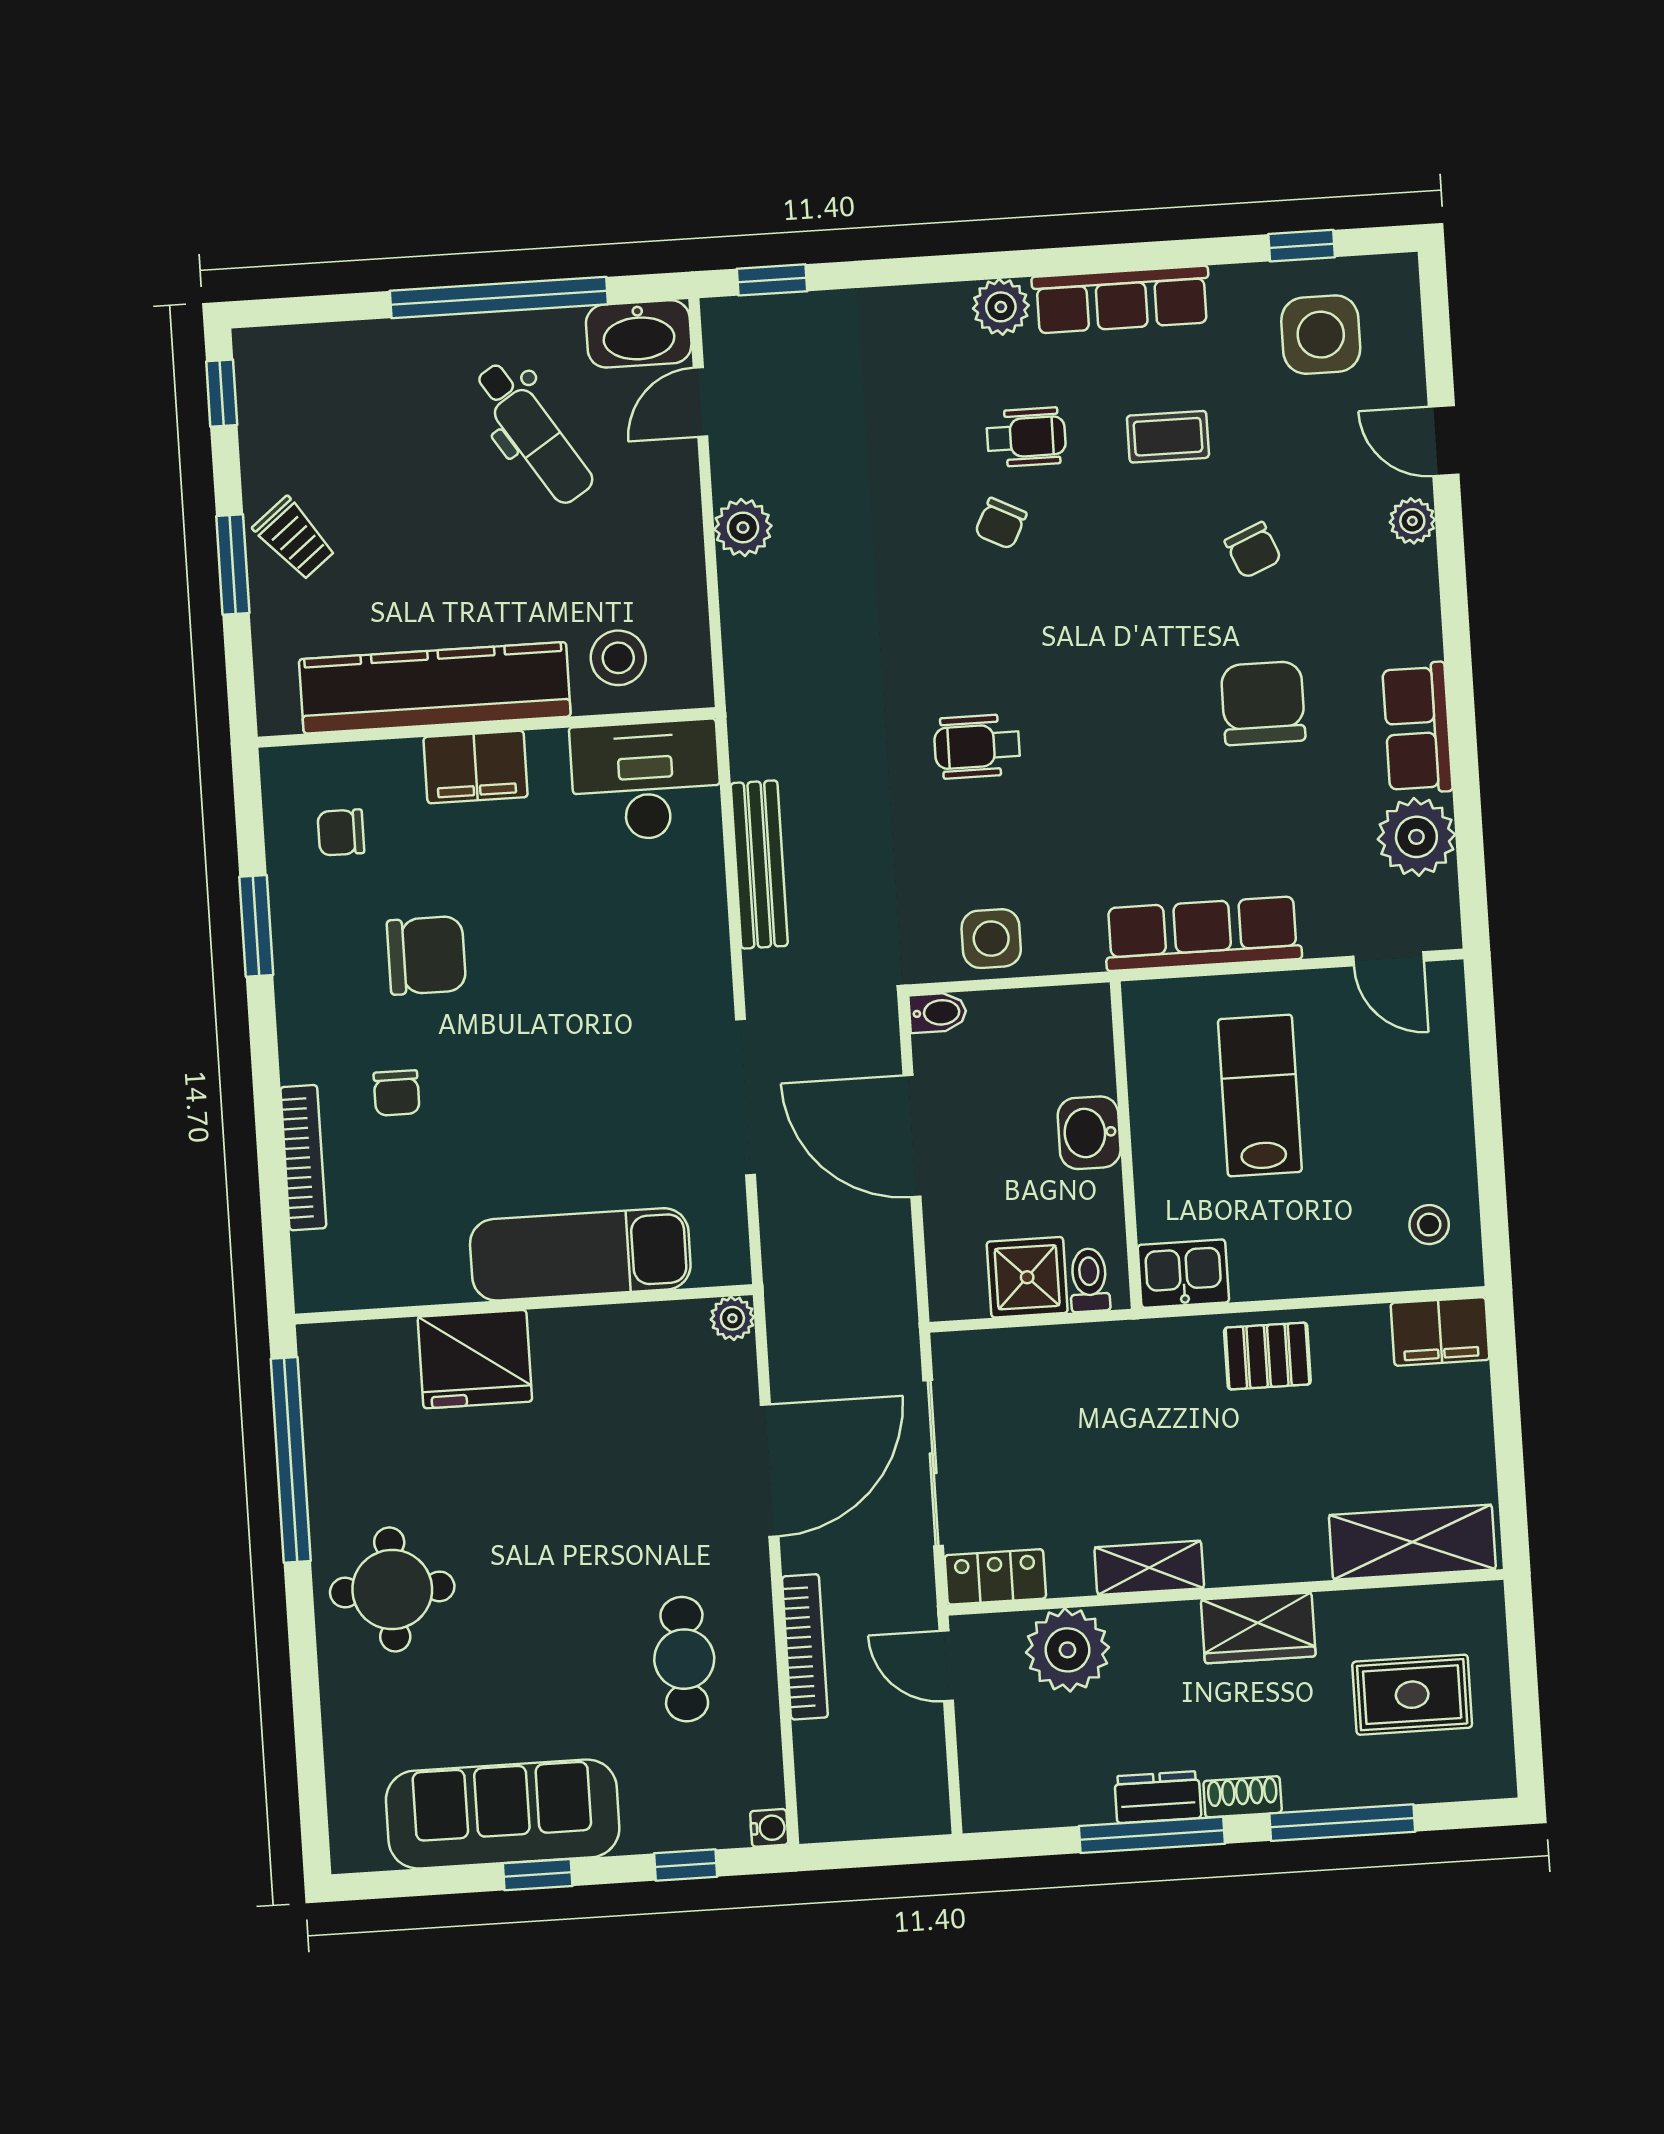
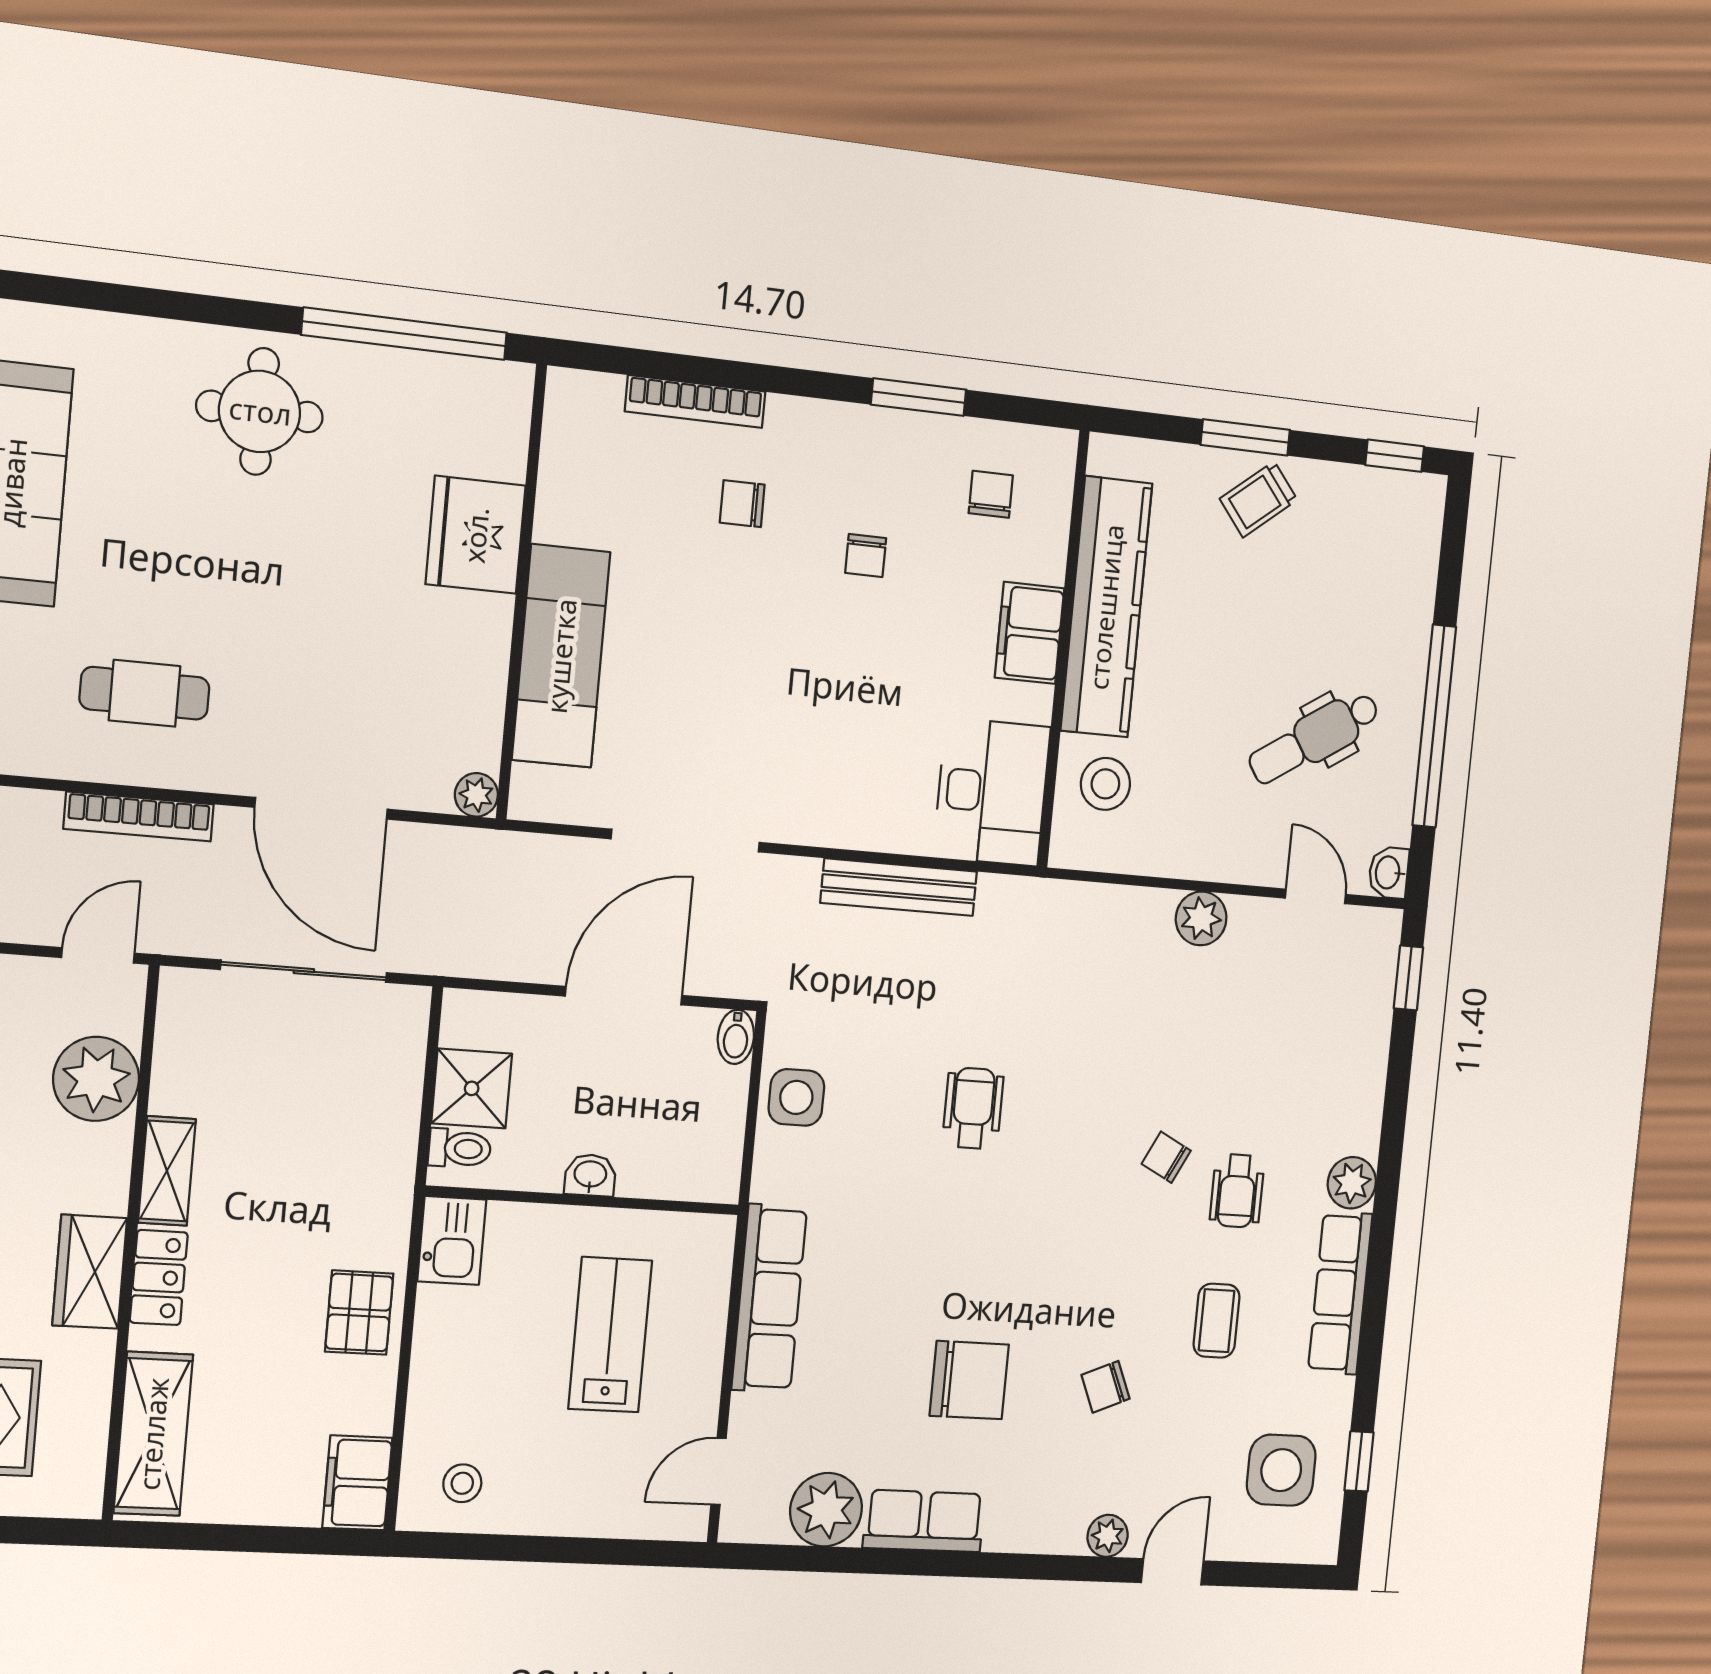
washbasin: (639, 334) -> (1389, 873), width x0.52, depth x0.69
chair: (426, 955) -> (866, 556), width x0.54, depth x0.54
lab bench: (1260, 1095) -> (610, 1335), turned -90
washbasin: (1089, 1133) -> (590, 1175), width x0.72, depth x0.69
locker: (995, 1577) -> (159, 1278), moved

